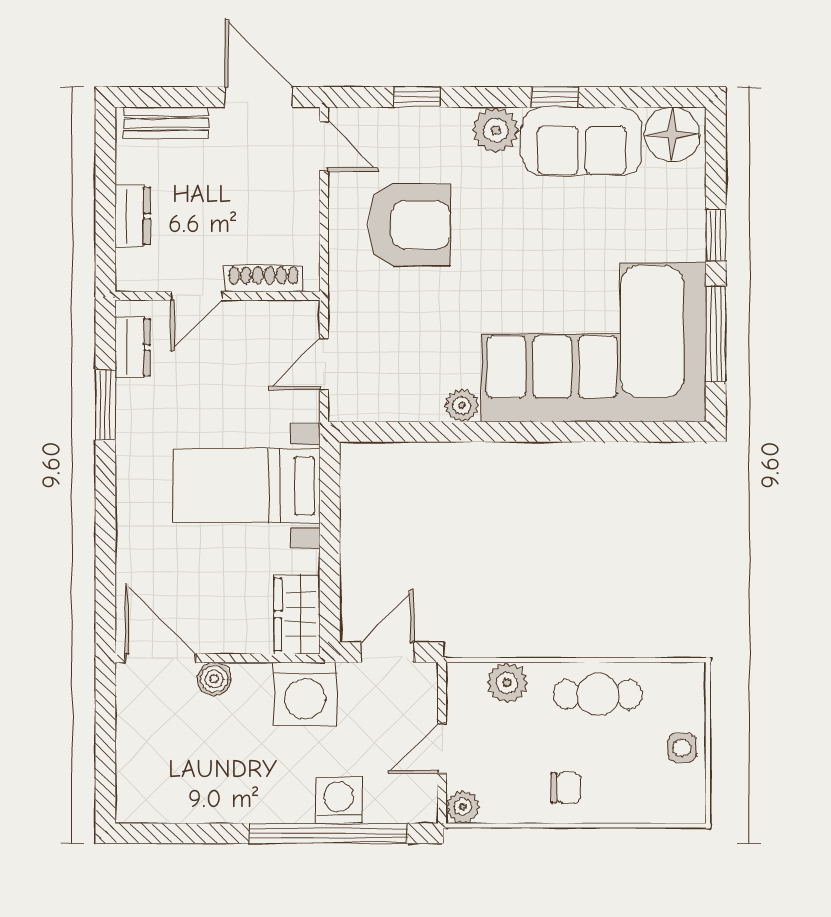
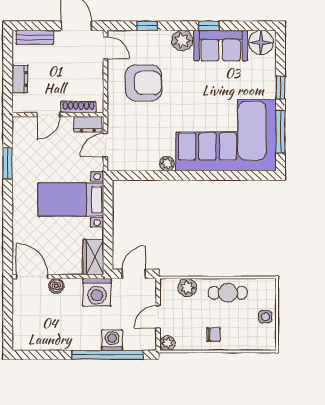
dresser: (133, 347) -> (88, 124), moved, turned 90

